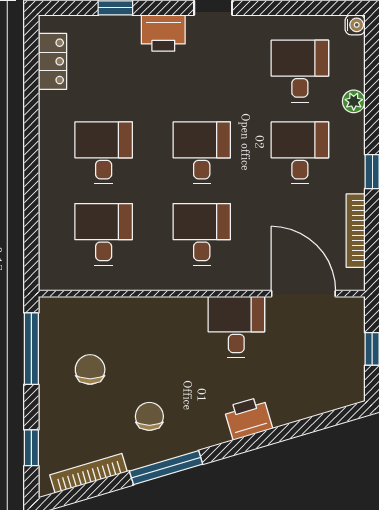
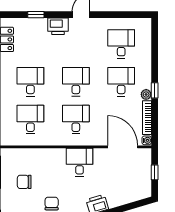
water cooler: (355, 25) -> (147, 140), moved
plant: (354, 101) -> (146, 94), moved
desk: (236, 327) -> (80, 162), moved
chair: (90, 369) -> (24, 182), turned -90

